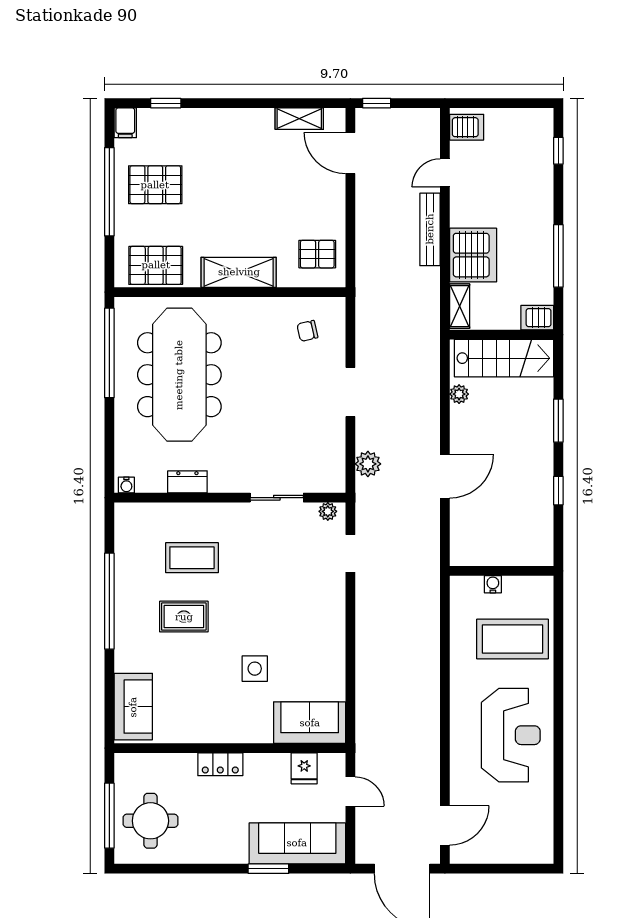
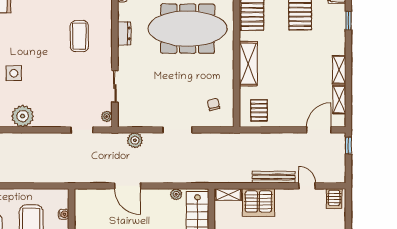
shelving: (249, 119) -> (339, 70), added
rug: (184, 617) -> (45, 31), removed
plant: (327, 654) -> (23, 116), added

